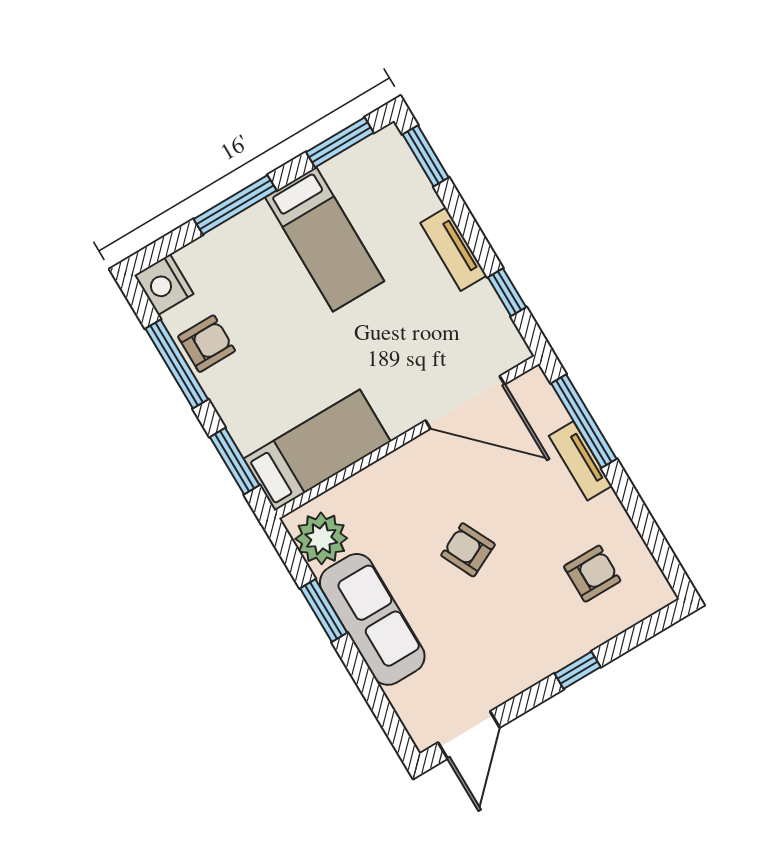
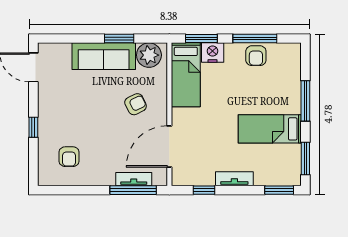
nightstand: (164, 285) -> (213, 53), moved
tv unit: (580, 461) -> (134, 179), moved
armchair: (468, 550) -> (136, 104), moved

